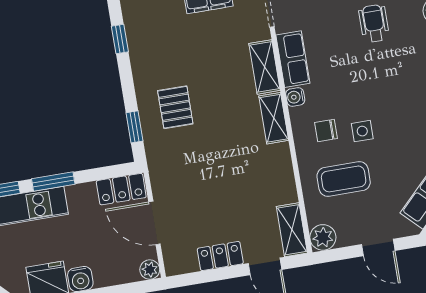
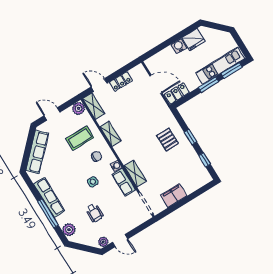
shelving: (274, 118) -> (110, 134), moved
window: (135, 127) -> (190, 137), moved
side table: (362, 131) -> (93, 182), moved
plant: (150, 270) -> (150, 63), removed

